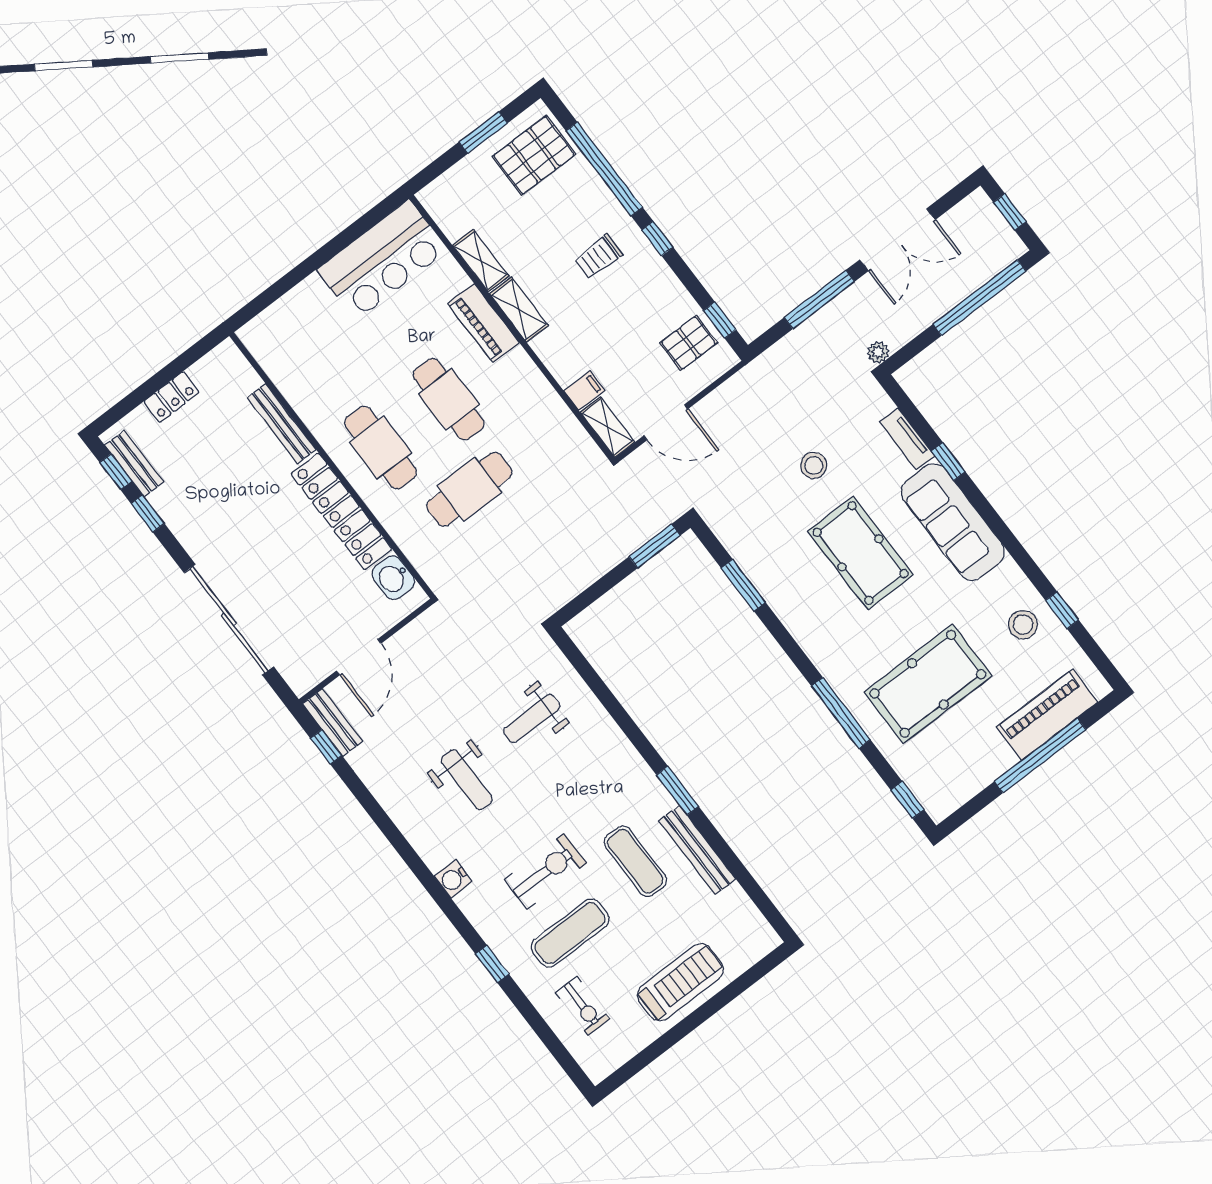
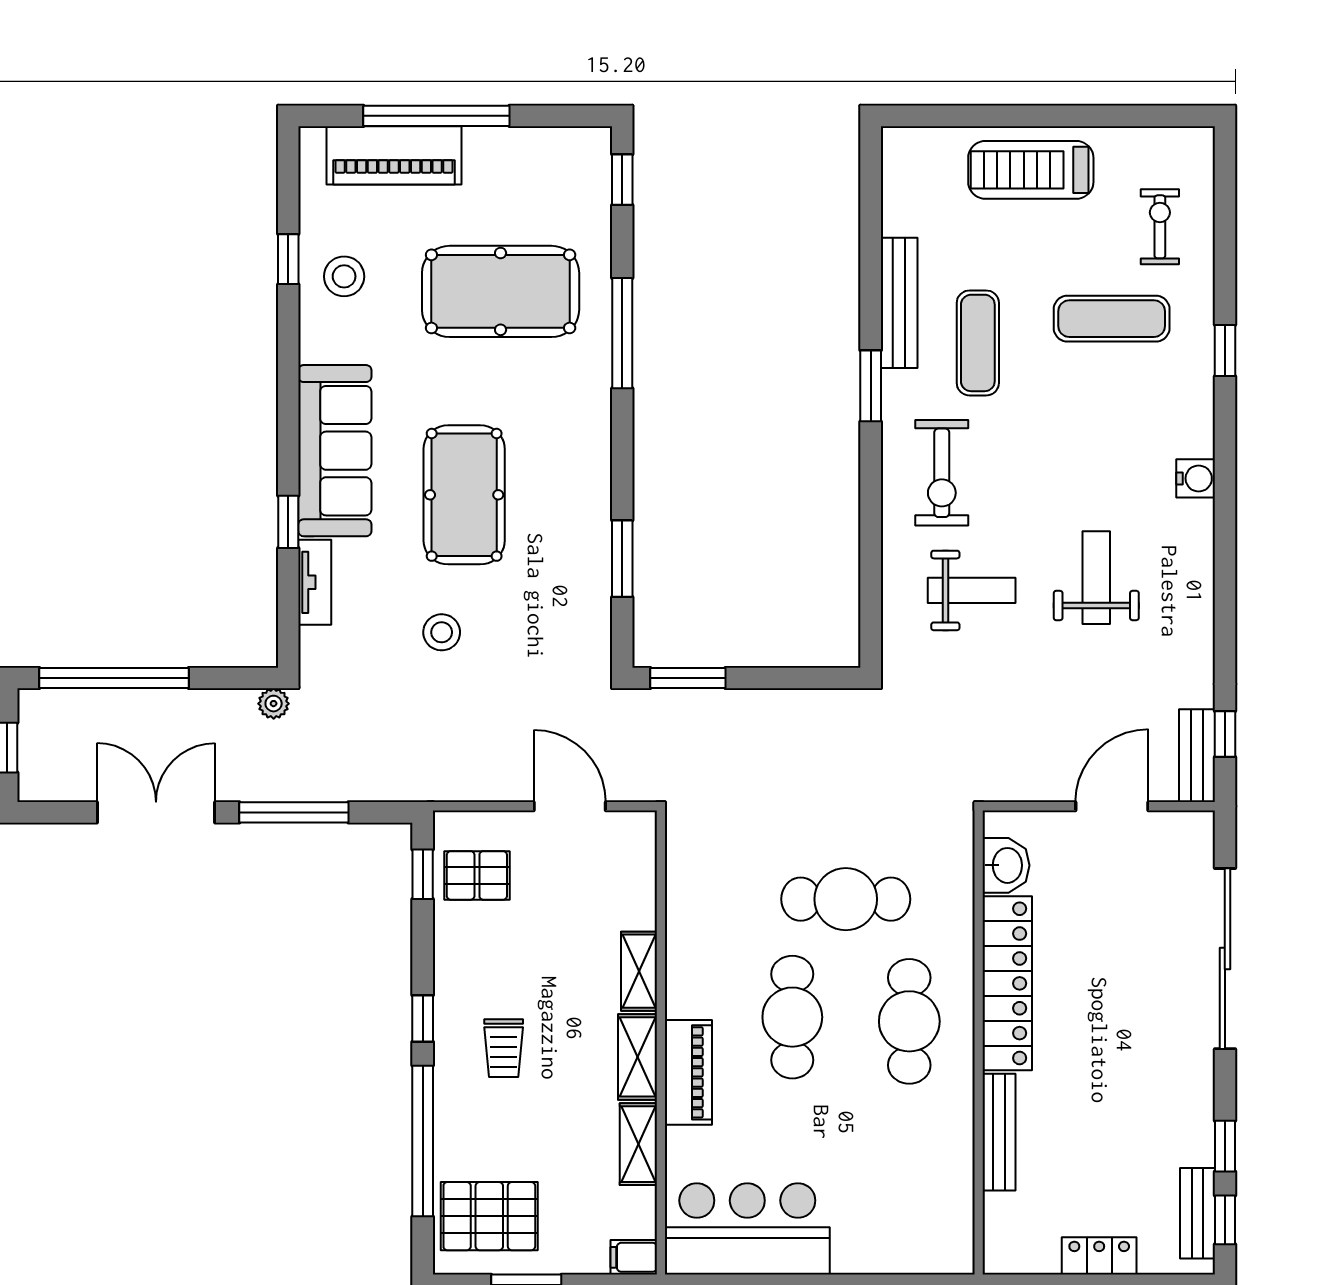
trolley: (599, 257) -> (504, 1048), turned 90
filing cabinet: (584, 391) -> (634, 1257), moved
shelving: (607, 427) -> (639, 971), moved
exercise bike: (545, 871) -> (942, 473), moved, turned -90

